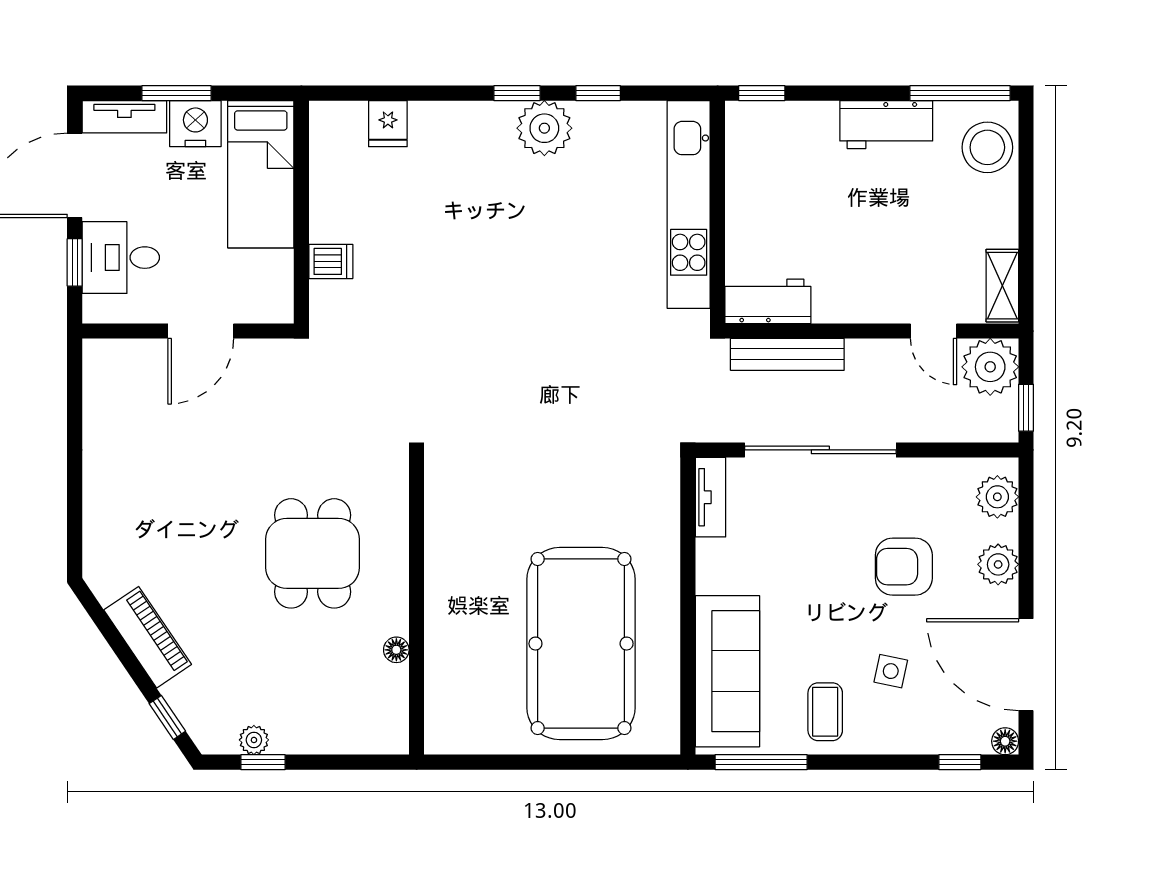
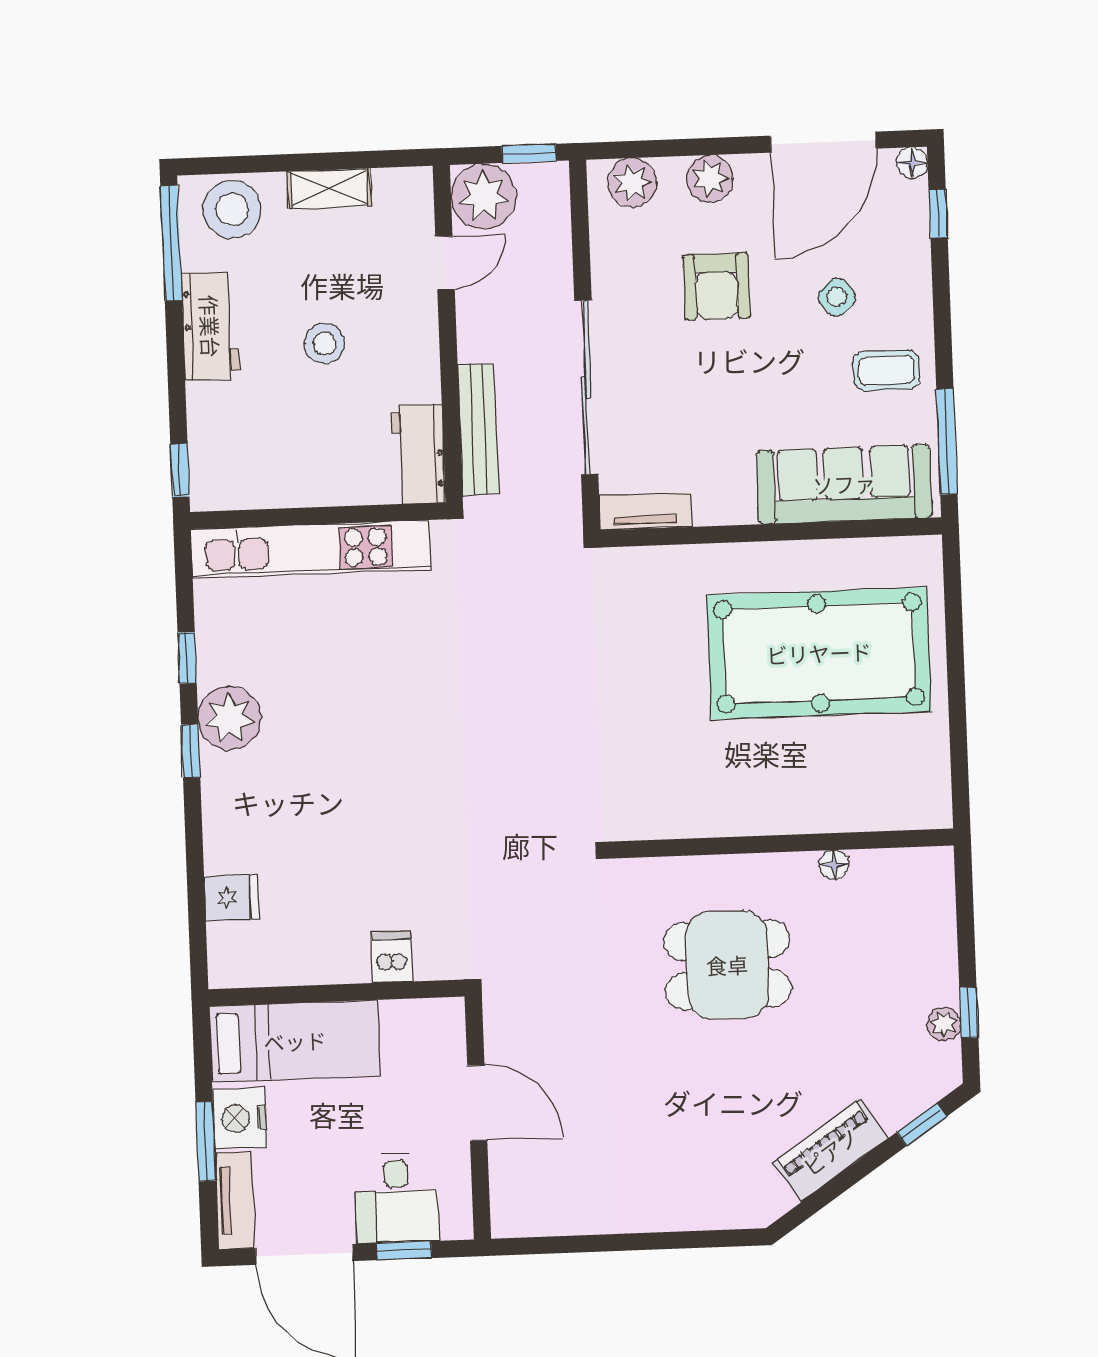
stool: (867, 223) -> (325, 344), added
shelving: (1002, 286) -> (329, 188), moved
side table: (891, 671) -> (837, 297), turned 38

